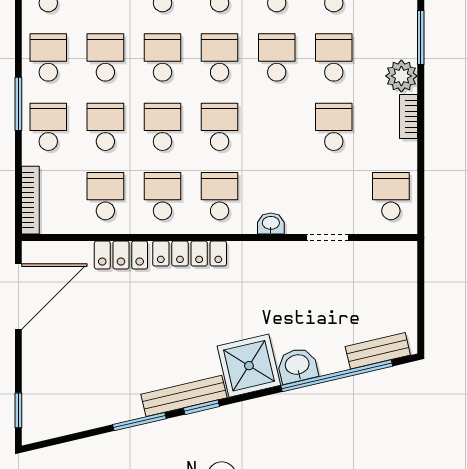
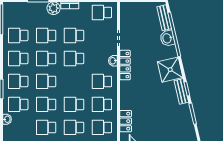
school desk: (220, 127) -> (74, 58), moved
locker: (190, 253) -> (125, 65), moved
washbasin: (297, 365) -> (167, 38), moved
bench: (184, 396) -> (181, 91), width x0.73

